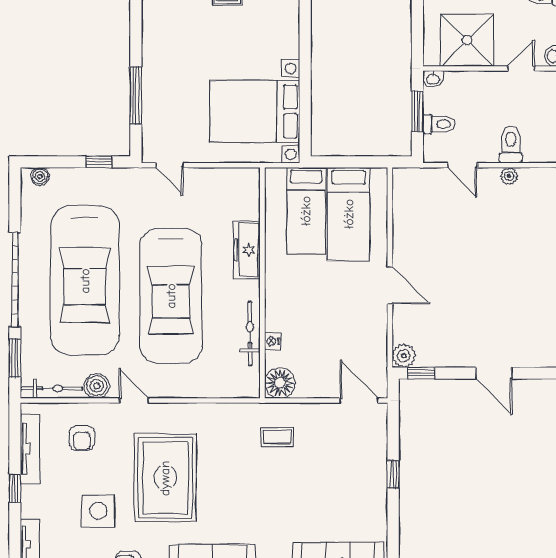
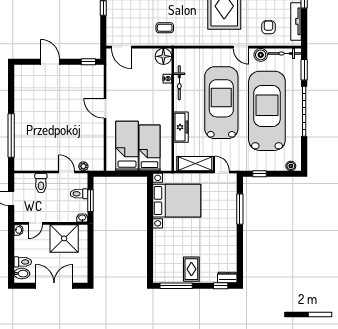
plant: (509, 176) -> (83, 166), moved
shelving: (220, 181) -> (195, 164), added
plant: (404, 356) -> (98, 71), removed

